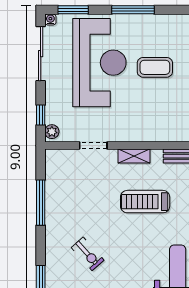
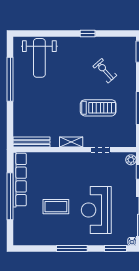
reception desk: (99, 63) -> (96, 210), width x0.74, depth x0.77
treadmill: (145, 202) -> (98, 108), moved

